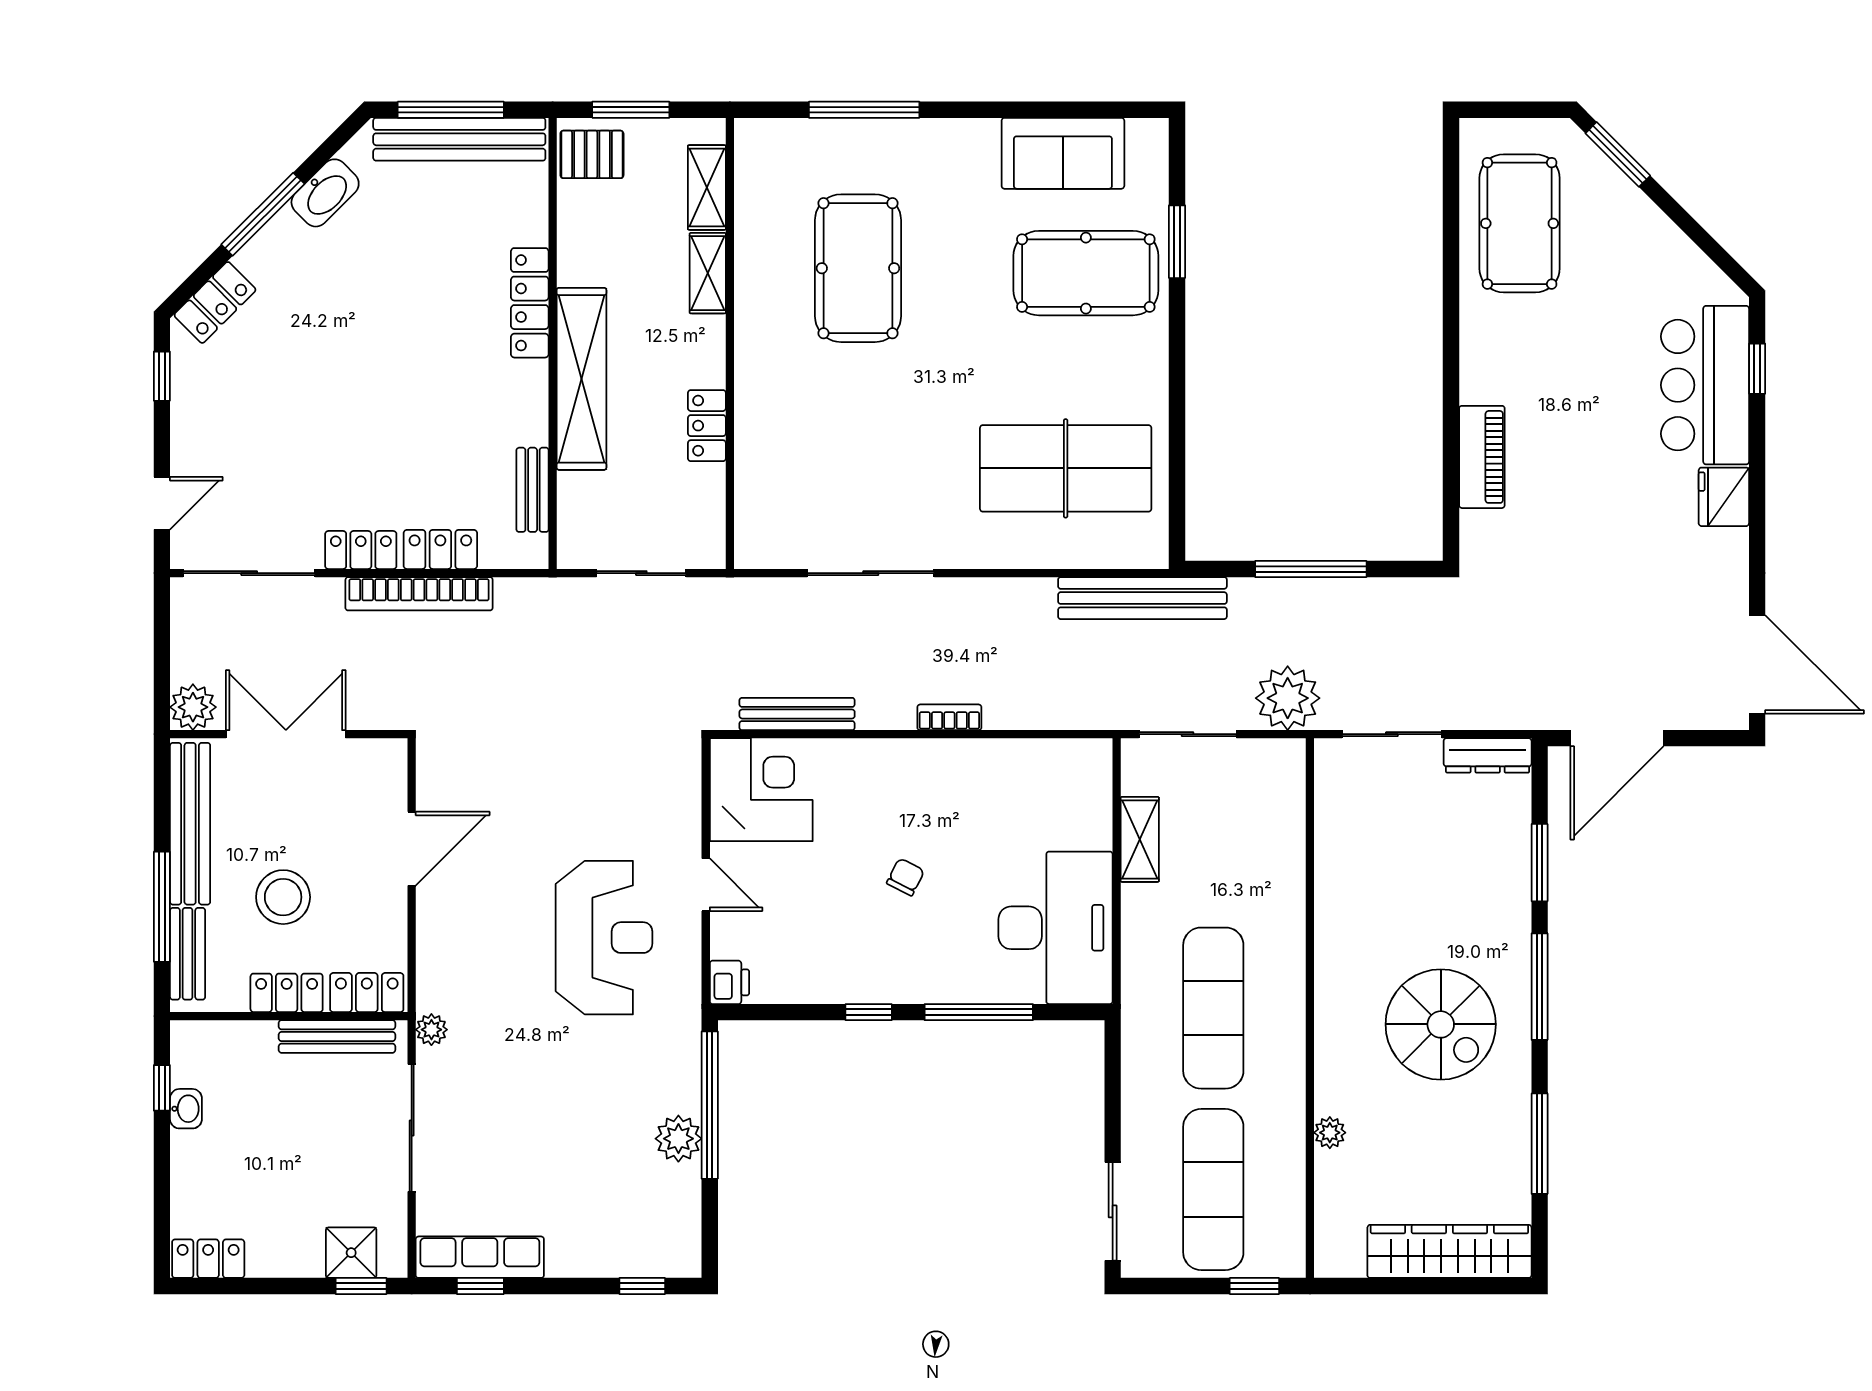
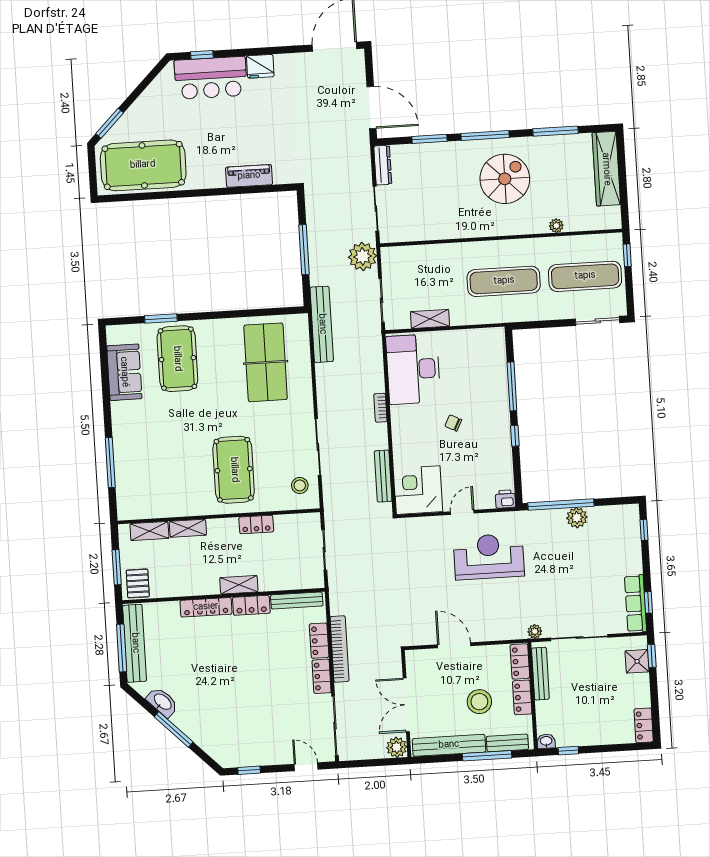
pool table: (1520, 223) -> (143, 165), width x1.36, depth x1.32
pool table: (858, 268) -> (234, 470), moved, turned 90
locker: (215, 302) -> (251, 605), moved, turned 135
shelving: (581, 379) -> (239, 585), width x0.45, depth x0.75
bench: (533, 490) -> (297, 600), width x1.36
stool: (788, 528) -> (300, 485), added
desk: (1055, 928) -> (413, 369), moved, turned -90
washbasin: (186, 1109) -> (546, 741), moved

